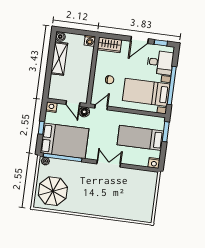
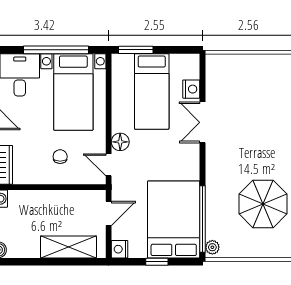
shelving: (59, 59) -> (68, 247), moved
floor lamp: (84, 112) -> (120, 142), moved
nightstand: (154, 163) -> (191, 89), moved
double door: (109, 164) -> (203, 122), moved
parasol: (53, 191) -> (263, 204), moved

